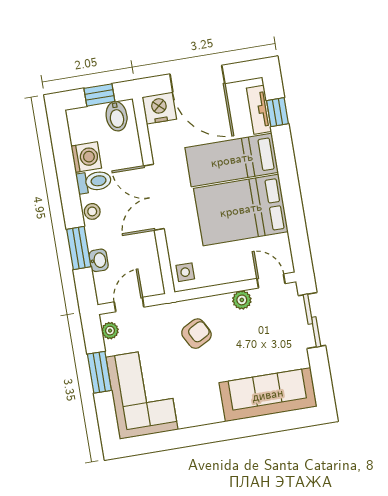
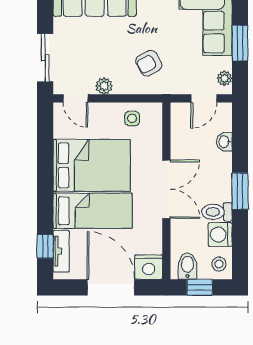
stool: (92, 211) -> (219, 264), moved
window: (79, 248) -> (240, 191), moved
side table: (185, 272) -> (132, 118), moved

